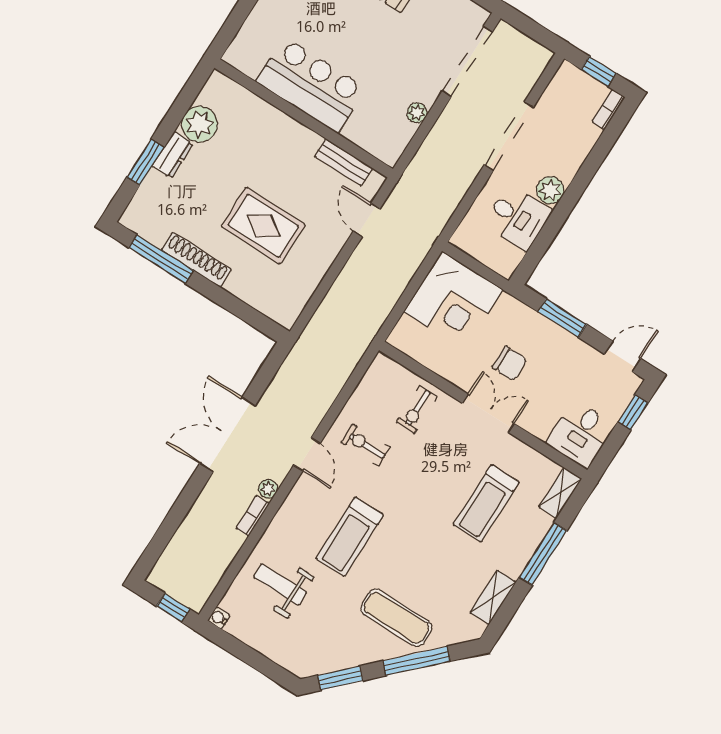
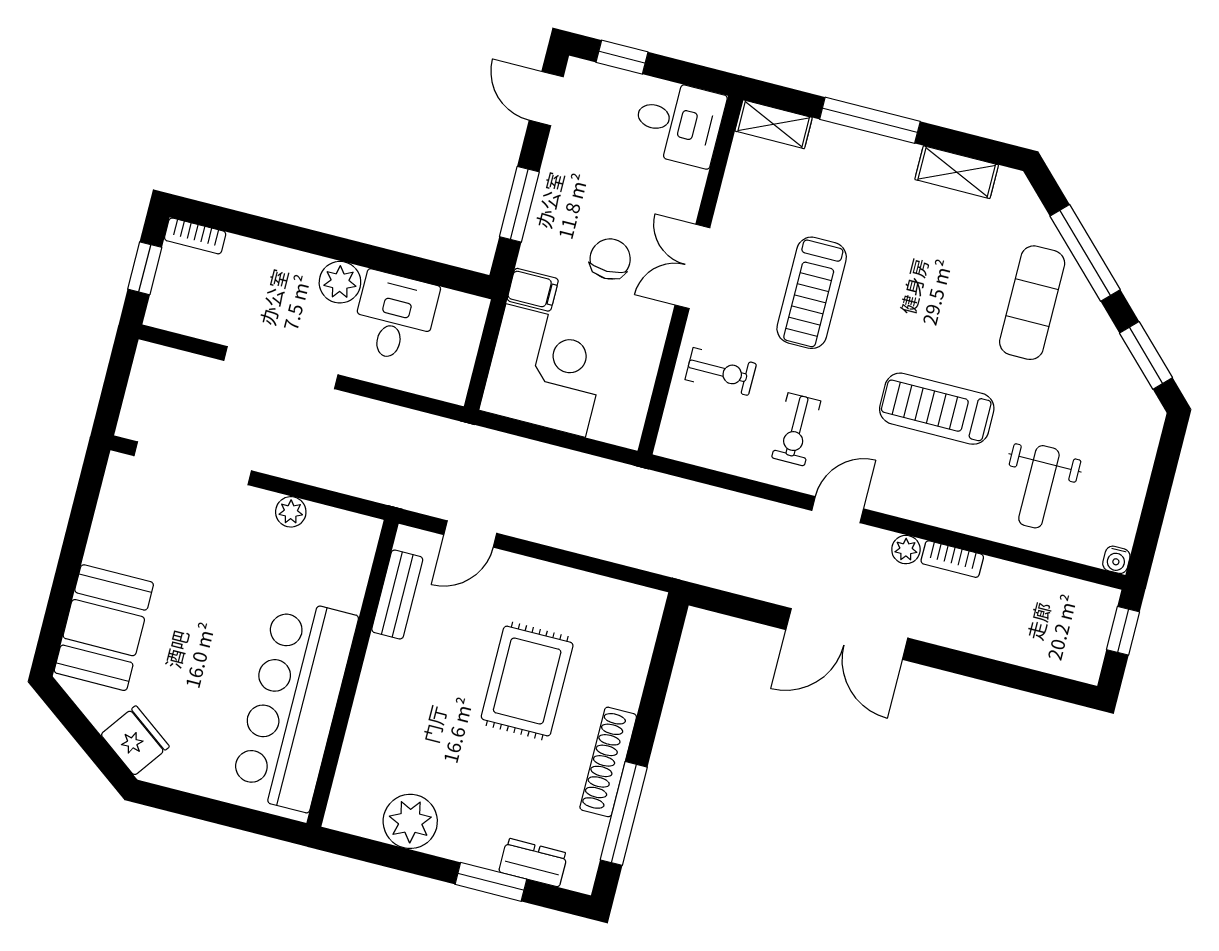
bar counter: (311, 85) -> (294, 705), width x1.36
dresser: (173, 155) -> (533, 862), moved
filing cabinet: (506, 309) -> (533, 290), added
treadmill: (486, 503) -> (812, 293), moved, turned 90
treadmill: (350, 537) -> (937, 409), turned 180

